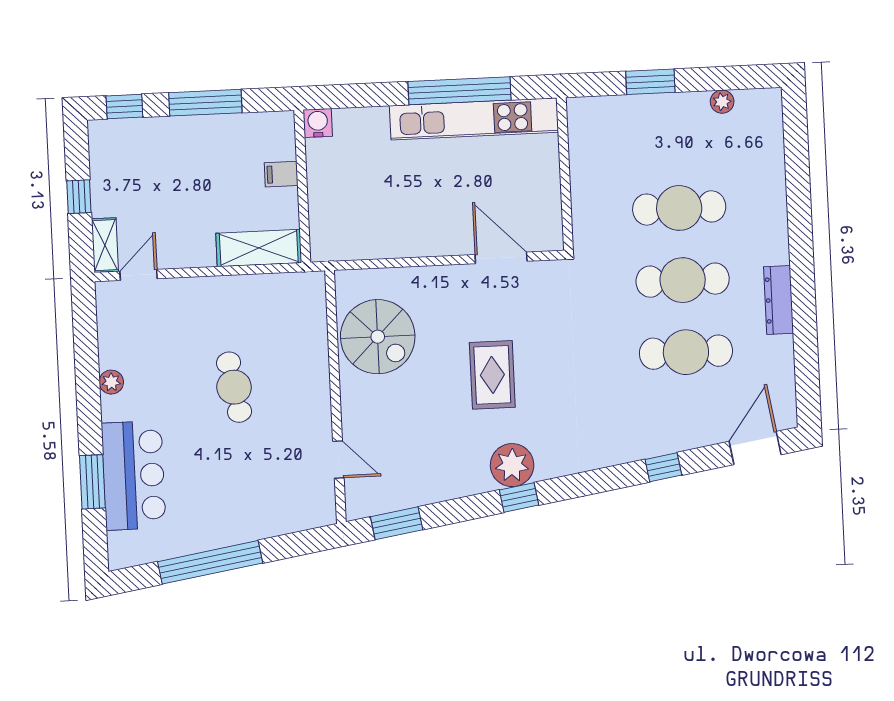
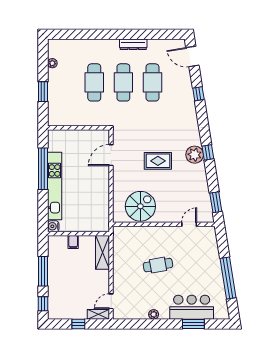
kitchen unit: (474, 119) -> (55, 186), moved
door: (139, 275) -> (111, 301), hinge flipped

